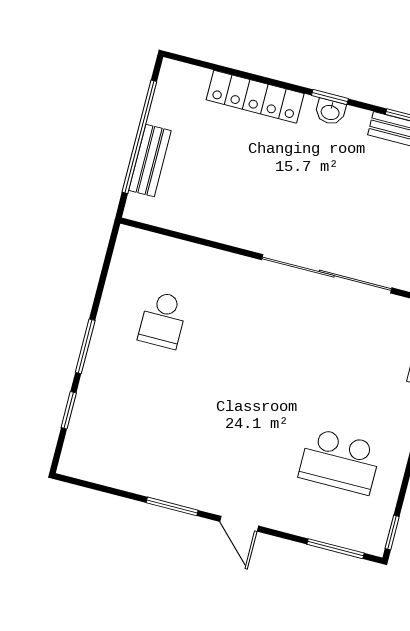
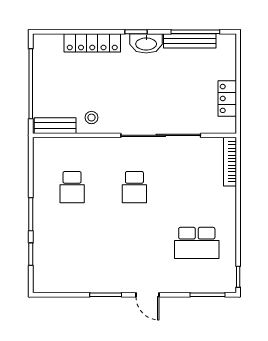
washbasin: (330, 112) -> (146, 43), width x1.91, depth x1.45
bench: (150, 160) -> (55, 126), moved, turned 90
stool: (223, 216) -> (91, 118), added
school desk: (263, 346) -> (134, 187), added

